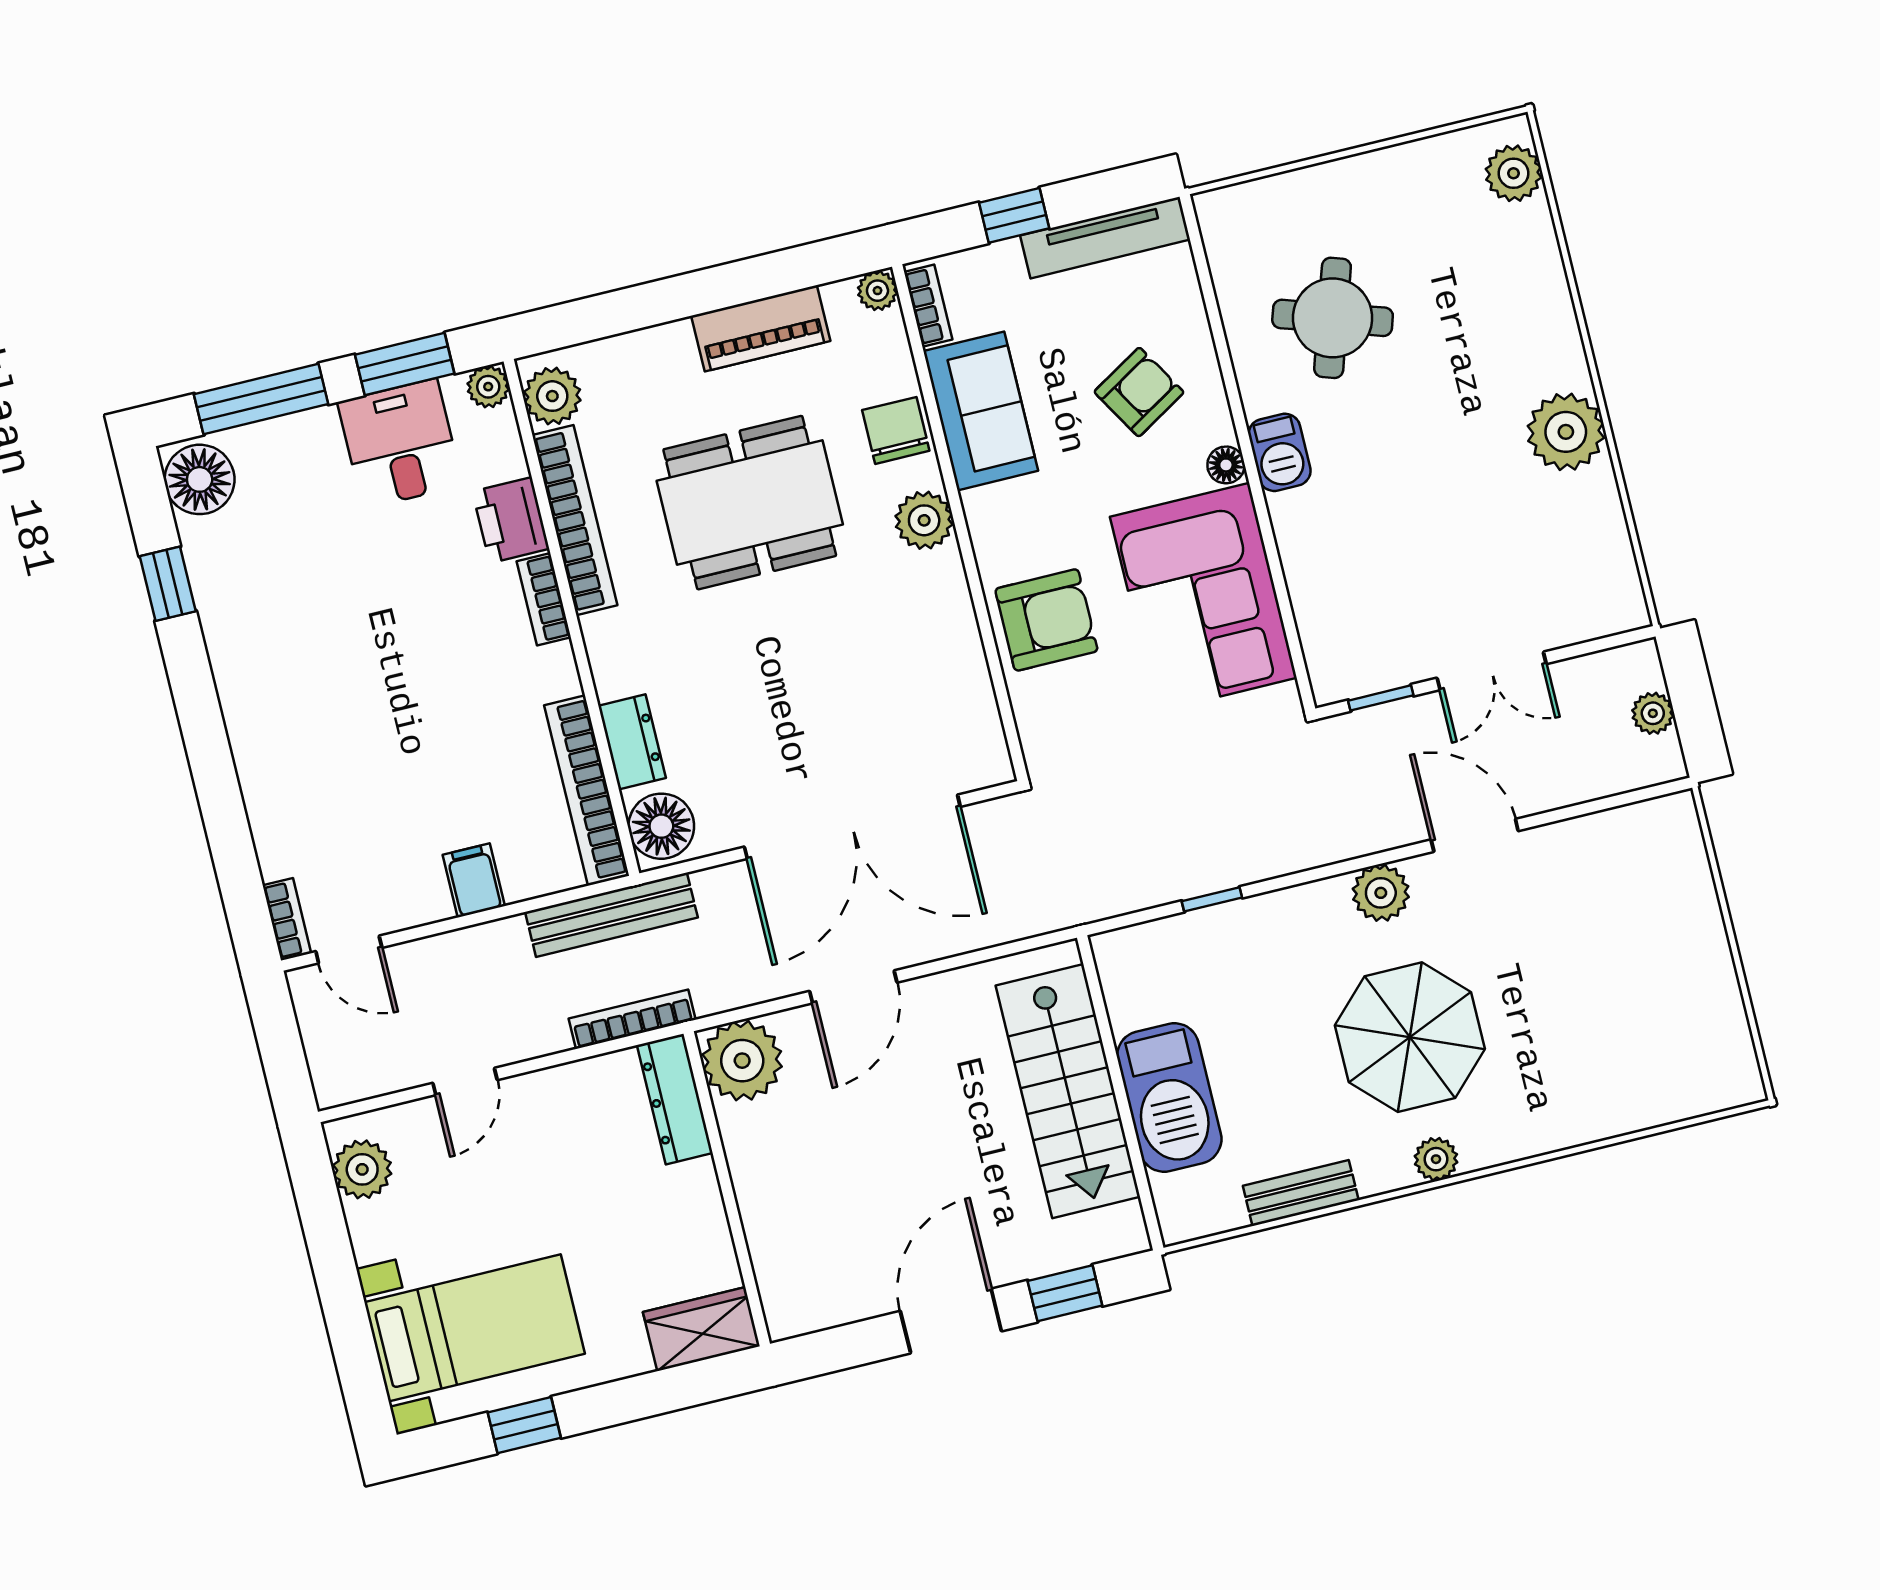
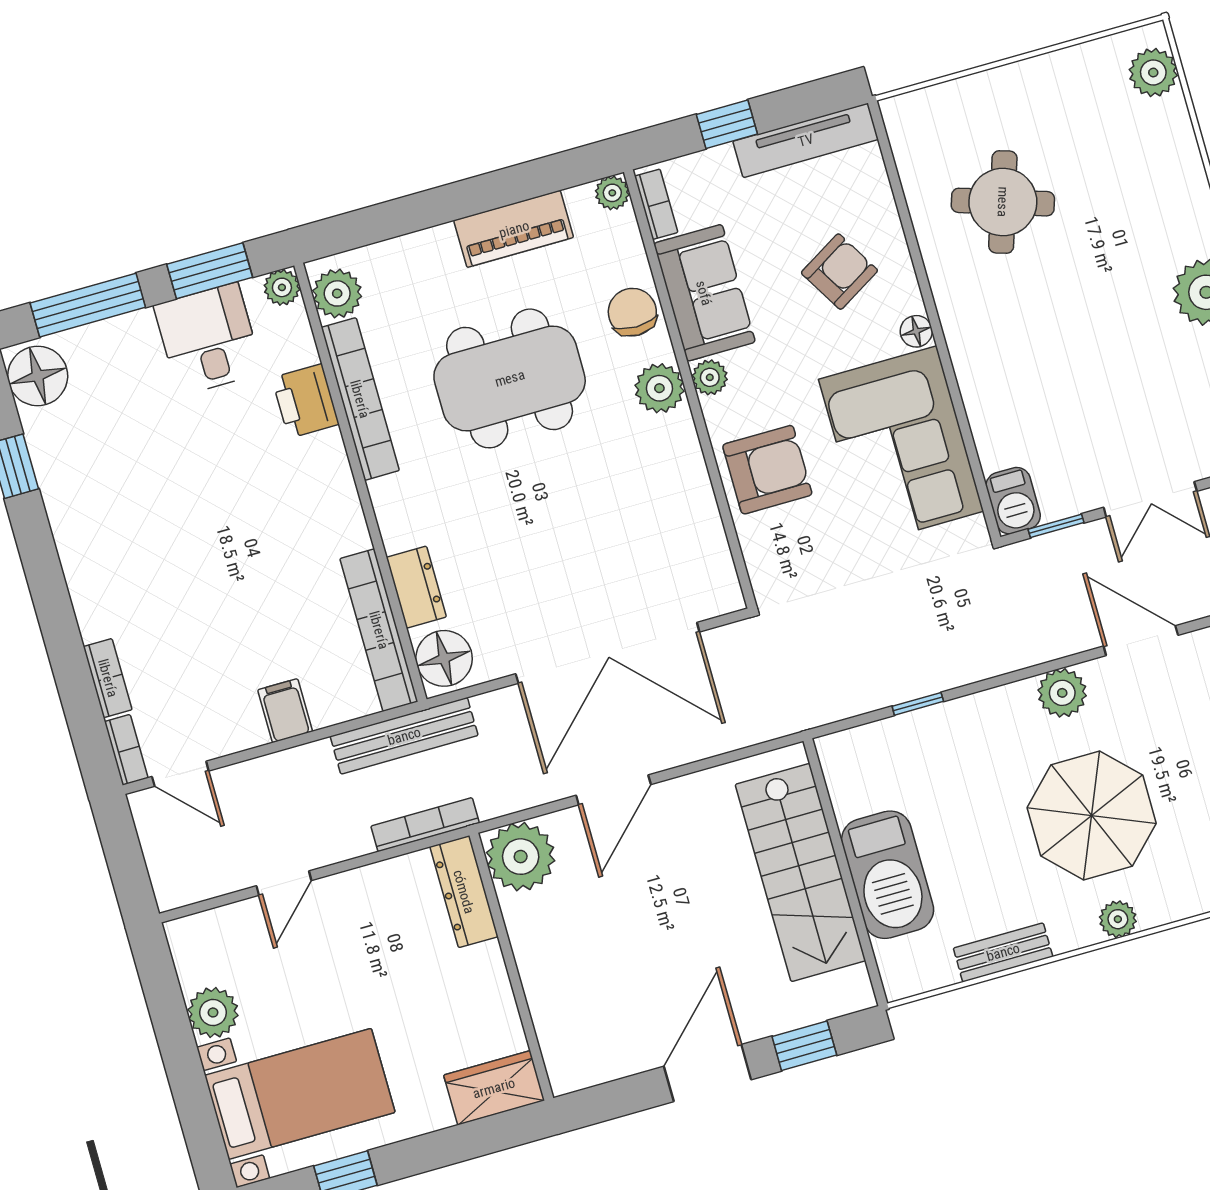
barbecue: (1280, 452) -> (1013, 501), moved
plant: (983, 510) -> (710, 377), added
bookcase: (544, 599) -> (108, 678), moved, turned 180
plant: (362, 1169) -> (213, 1012), moved

